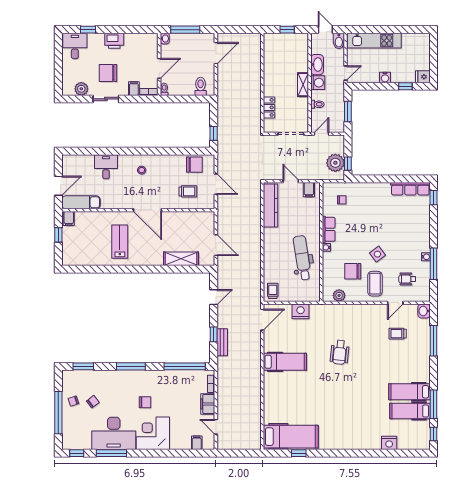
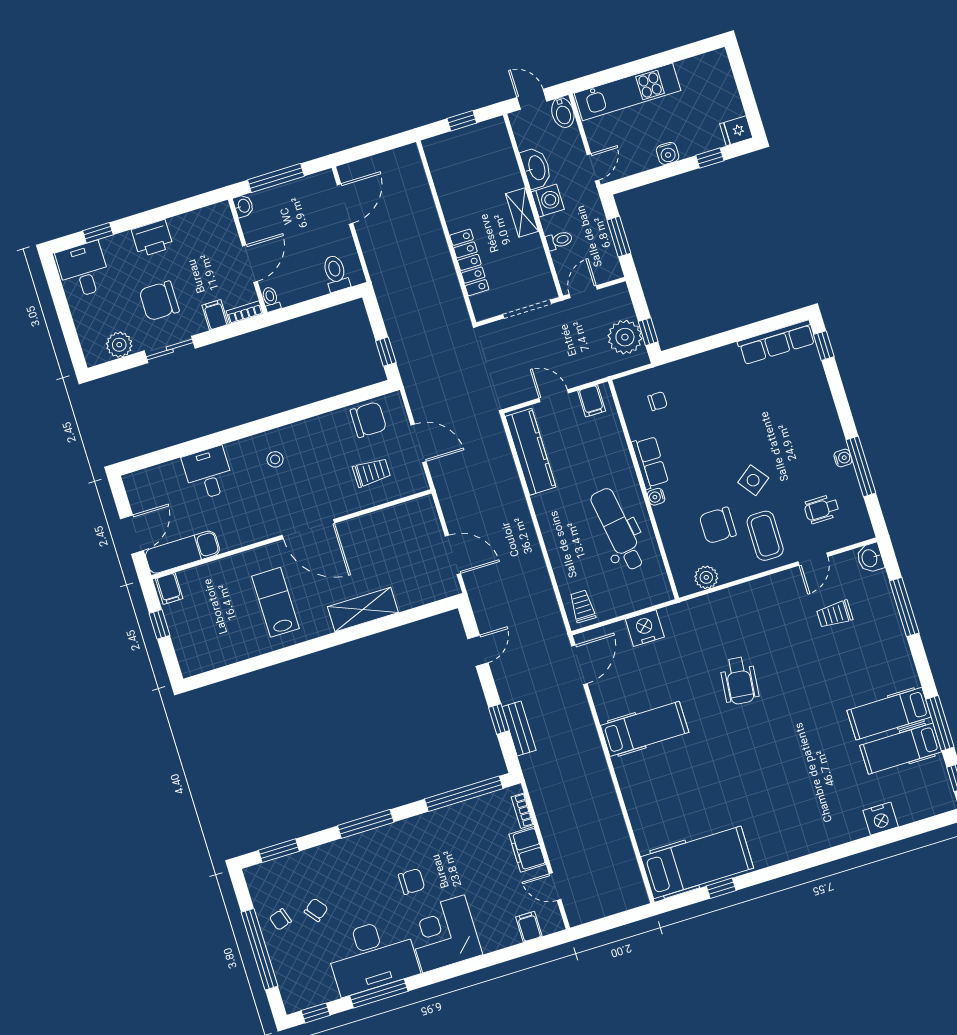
locker: (269, 107) -> (469, 262), width x1.53
shelving: (181, 259) -> (363, 610), moved

